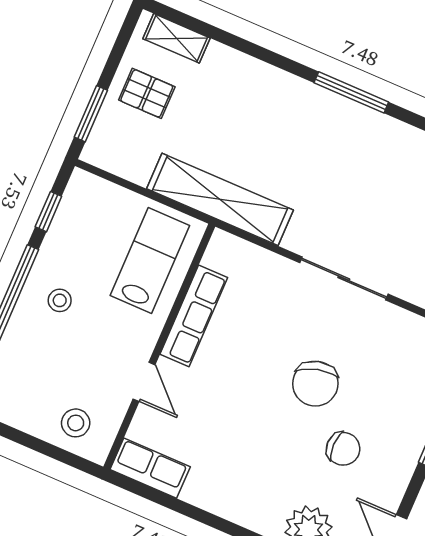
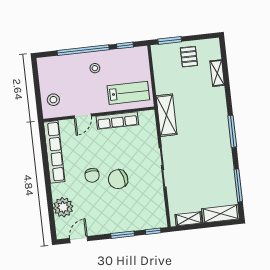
shelving: (176, 38) -> (217, 73), moved
shelving: (220, 199) -> (166, 115), width x0.68
chair: (343, 449) -> (92, 175), moved
row of seats: (150, 468) -> (54, 152), width x2.02

